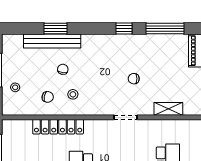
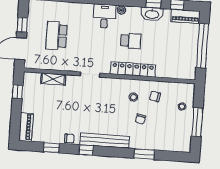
window: (165, 29) -> (51, 148), width x0.46
bench: (52, 41) -> (105, 141), moved
chair: (134, 79) -> (69, 138), moved
locker: (58, 127) -> (133, 69), moved

